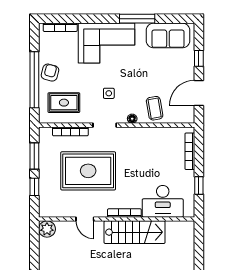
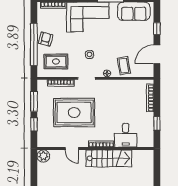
desk: (163, 201) -> (126, 135), width x0.73

